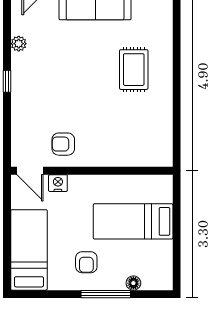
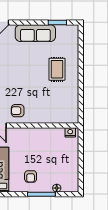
nightstand: (58, 183) -> (70, 132), moved
bed: (133, 221) -> (57, 154), removed

